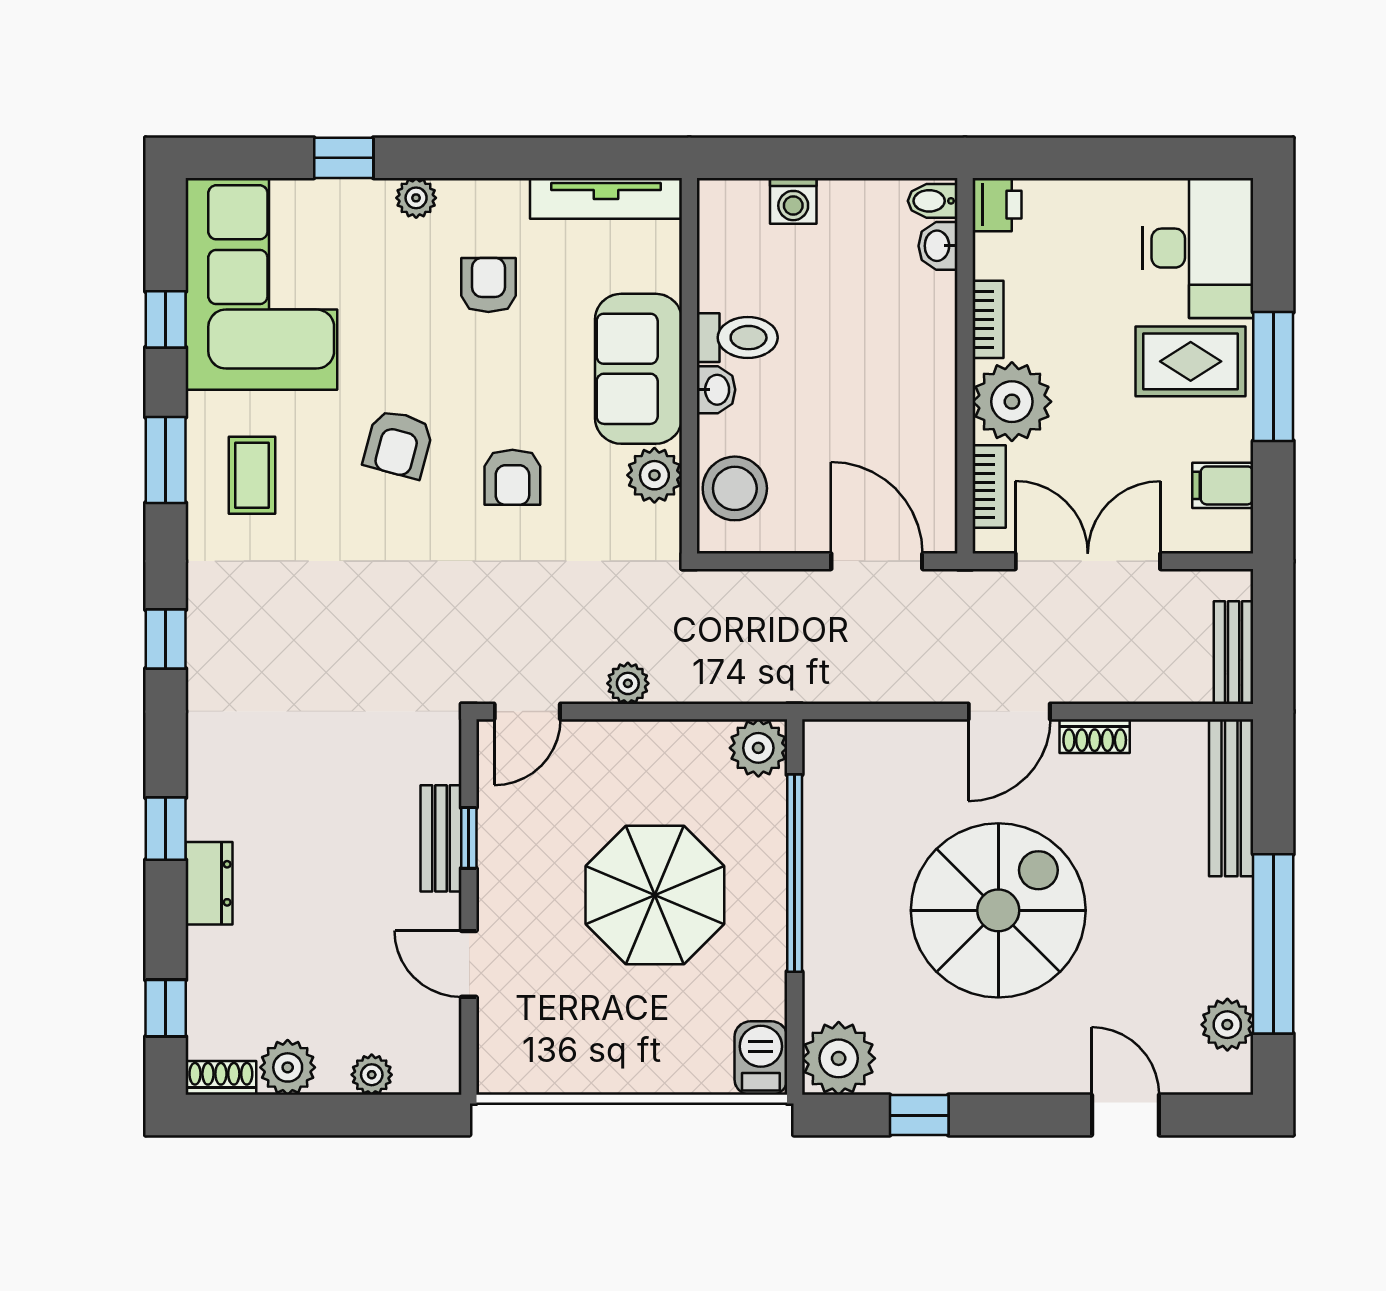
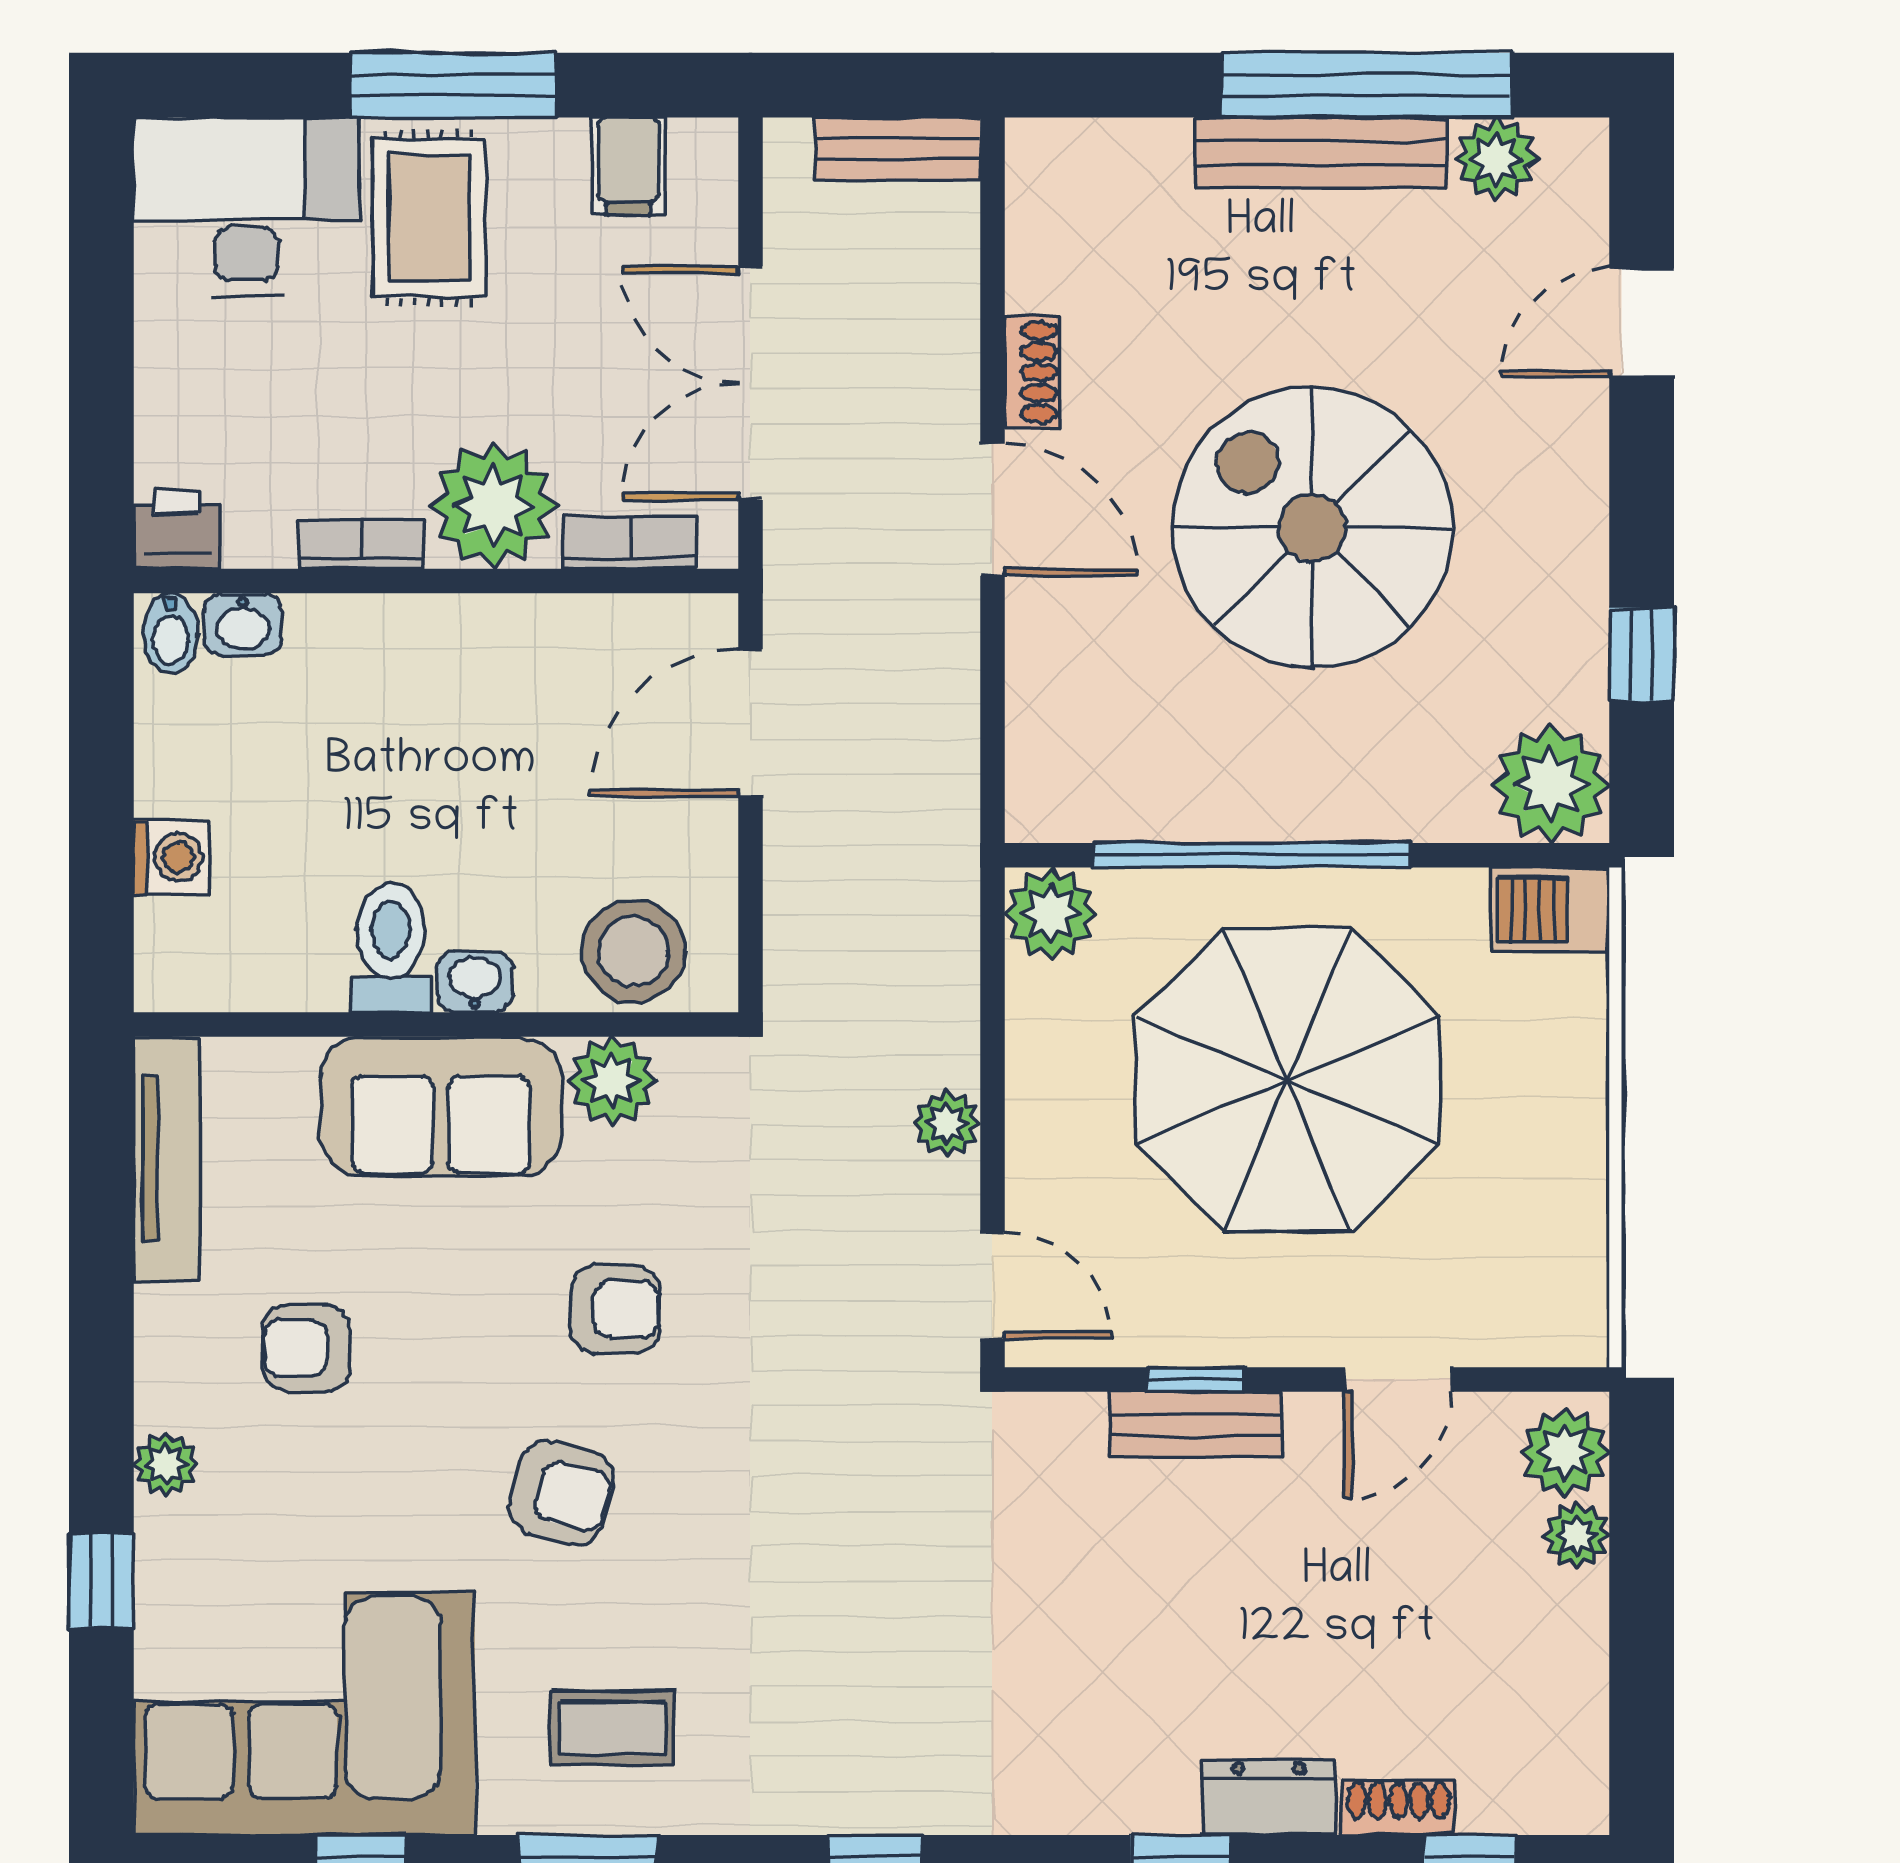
bench: (1231, 798) -> (1322, 153), moved
parasol: (655, 895) -> (1288, 1080), width x1.36, depth x1.36
plant: (288, 1067) -> (1565, 1452), moved
shoe rack: (221, 1078) -> (1398, 1808), moved, turned 90

